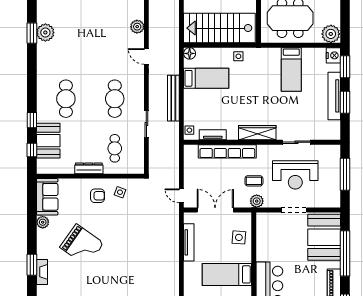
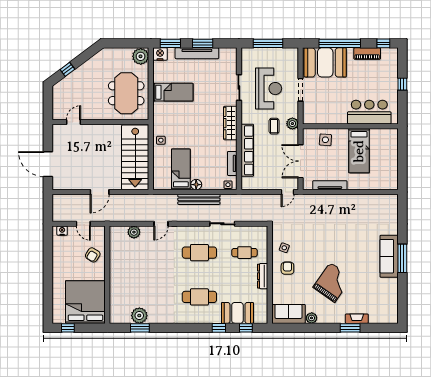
floor lamp: (190, 53) -> (196, 185), moved

